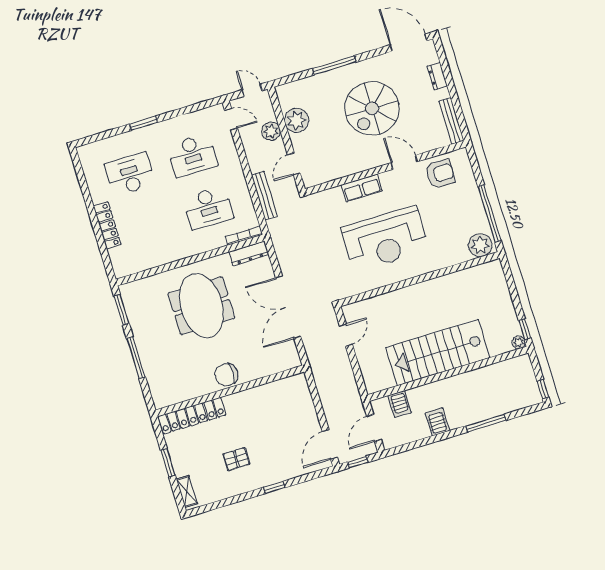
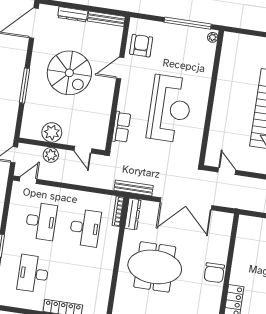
dresser: (437, 76) -> (73, 14), width x1.44
row of seats: (362, 188) -> (121, 127), moved
bench: (264, 196) -> (134, 188), moved
plant: (480, 245) -> (213, 37), width x0.53, depth x0.53

